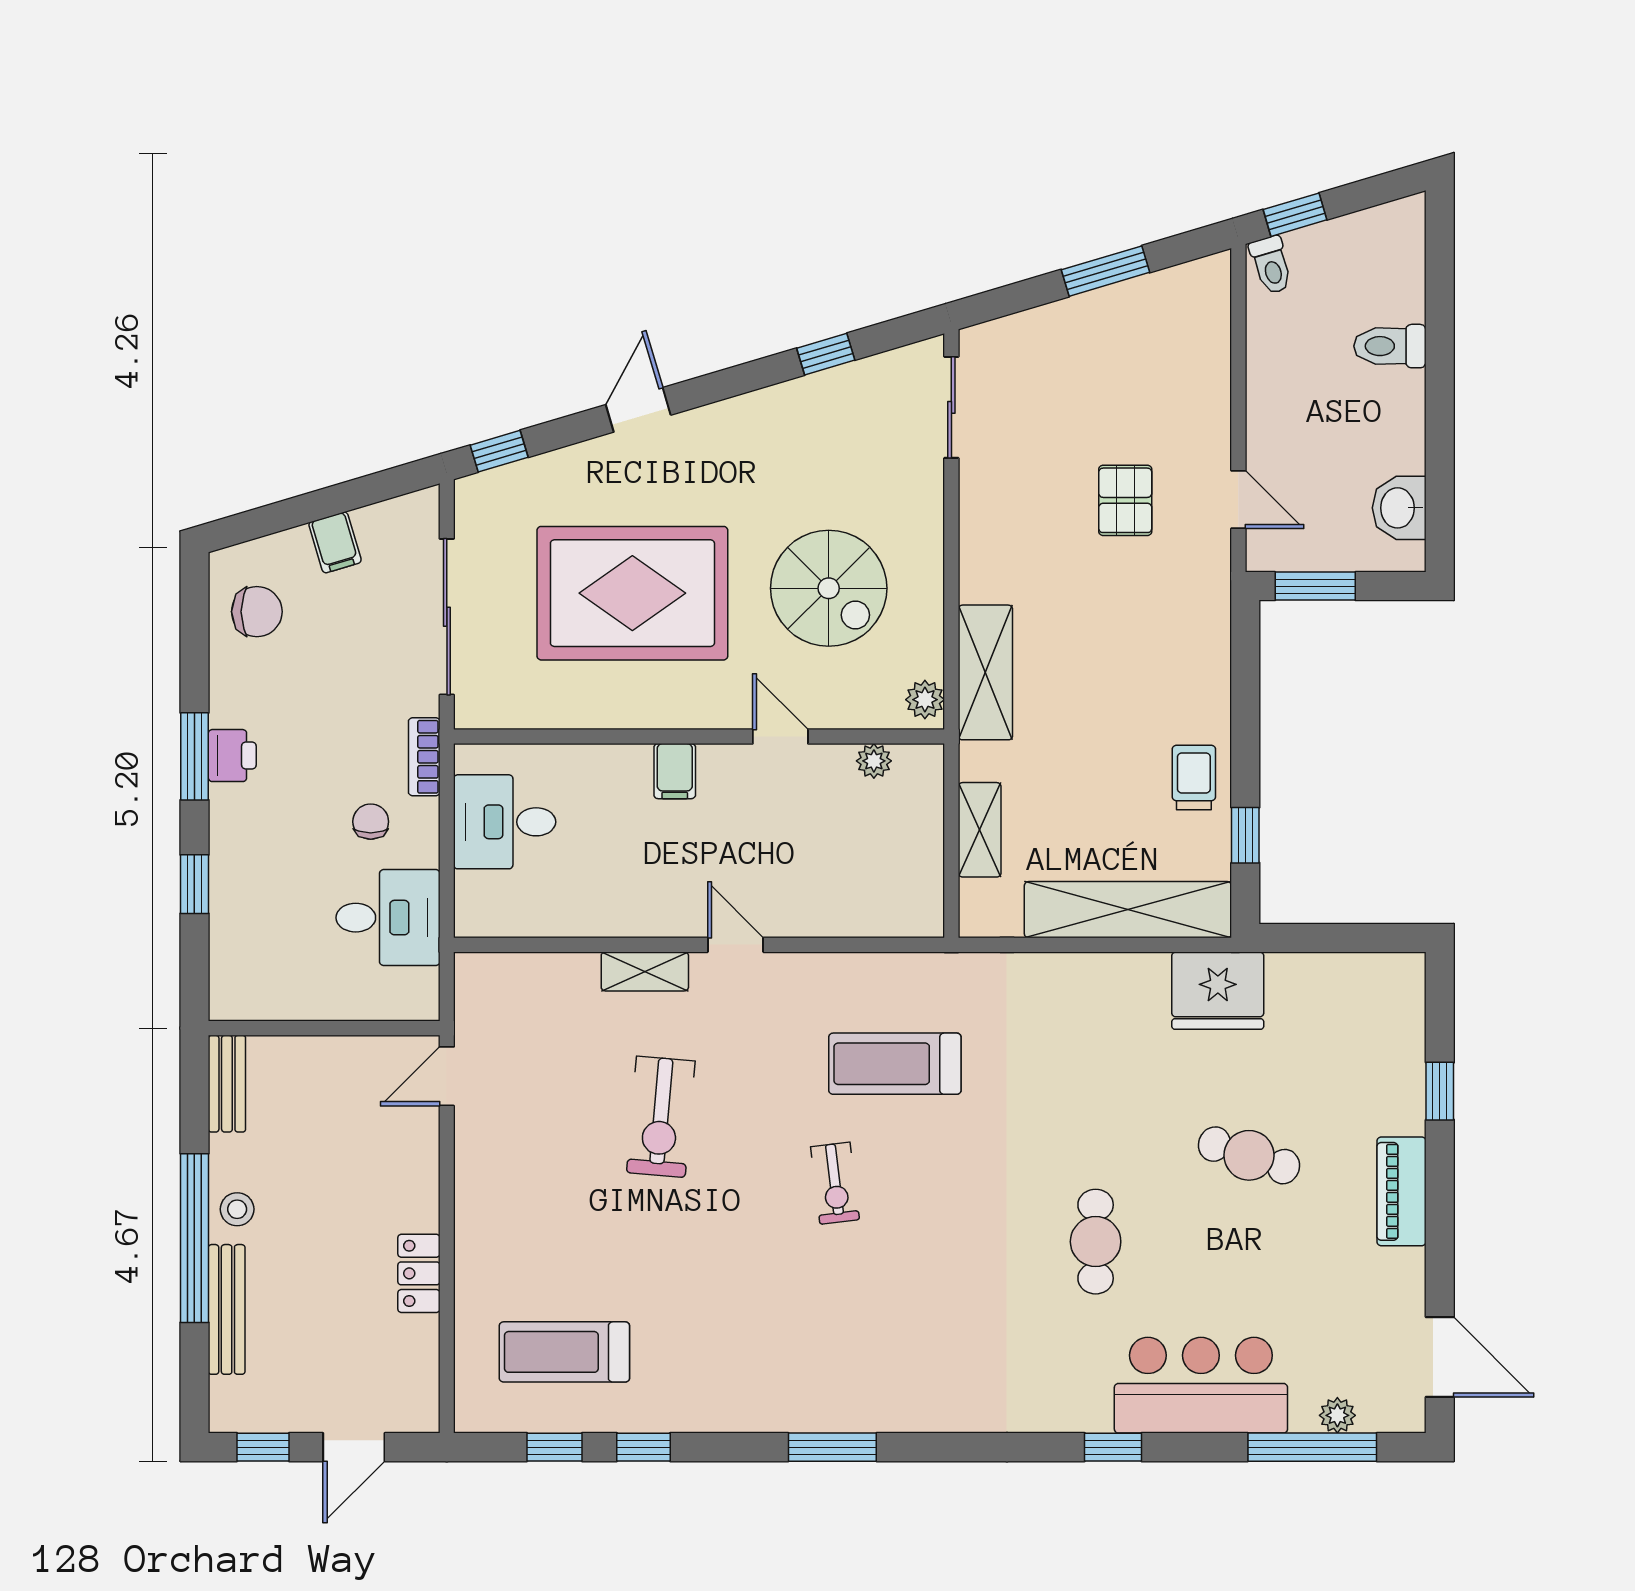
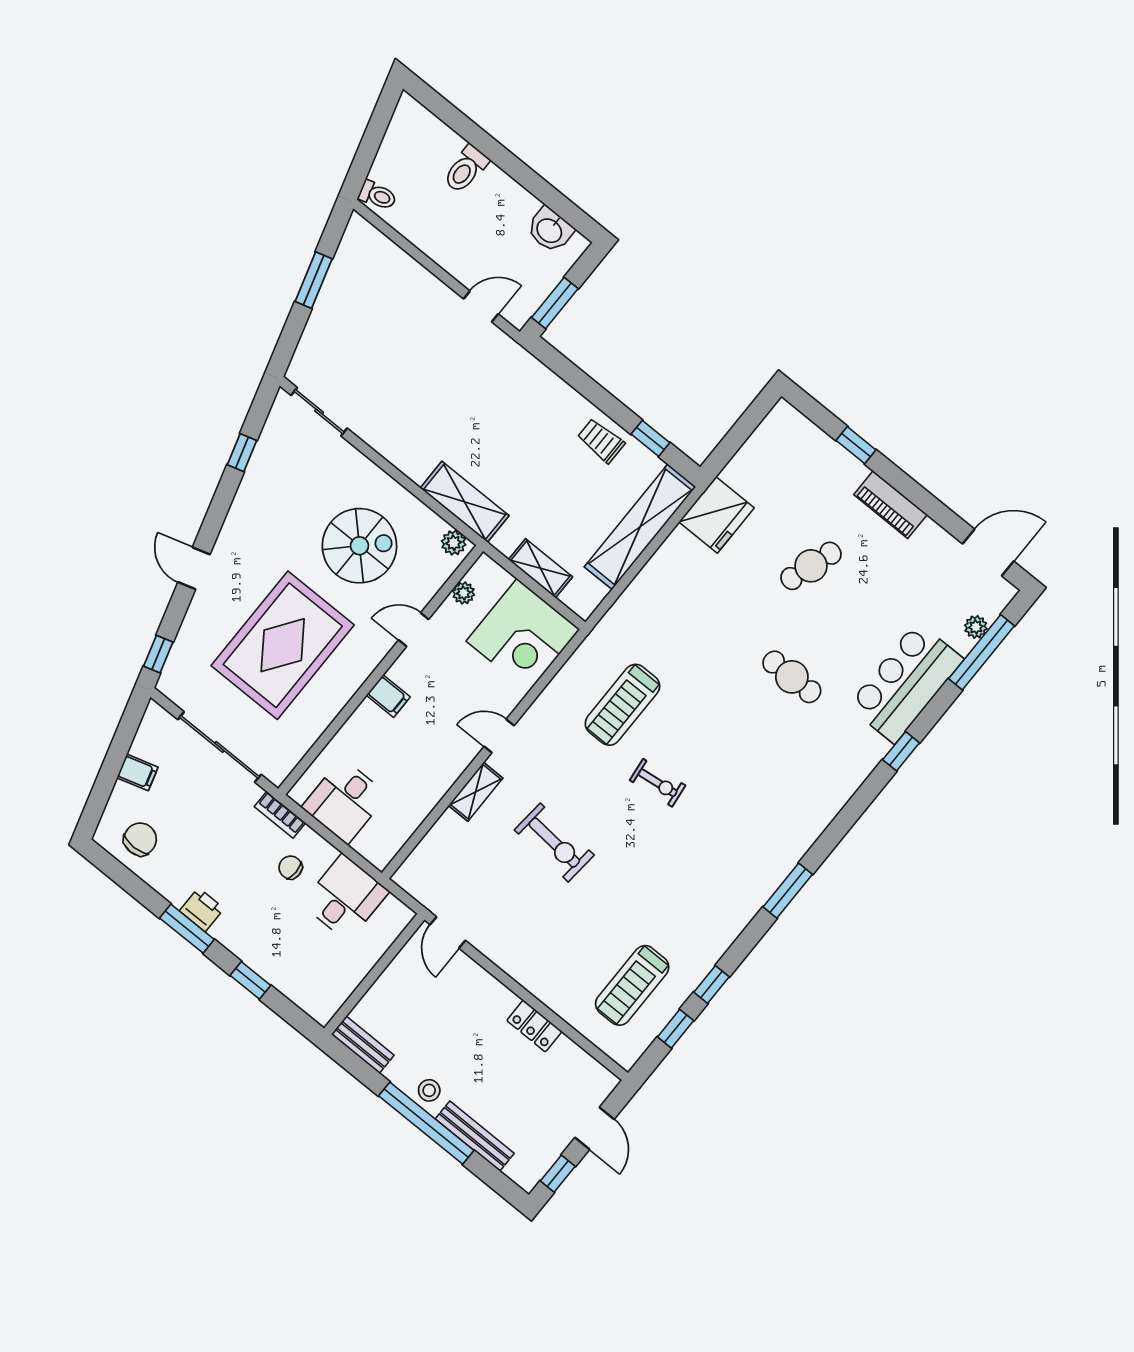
window: (1295, 215) -> (362, 163), removed
pallet: (1125, 500) -> (436, 363), removed
corner desk: (881, 875) -> (523, 635), added

